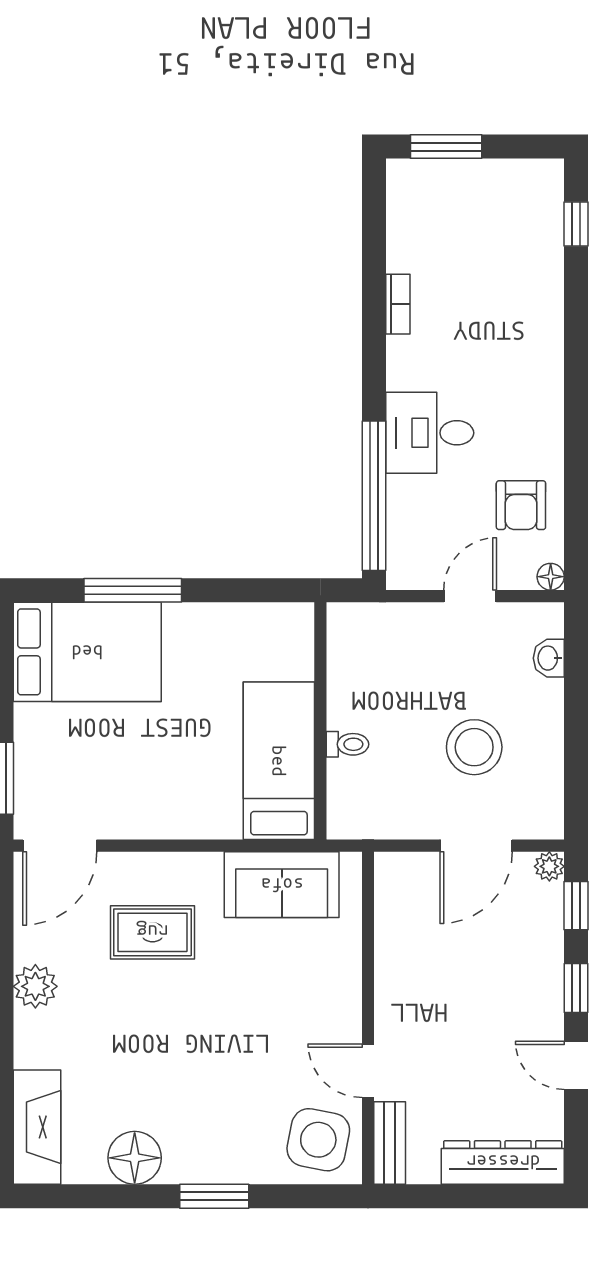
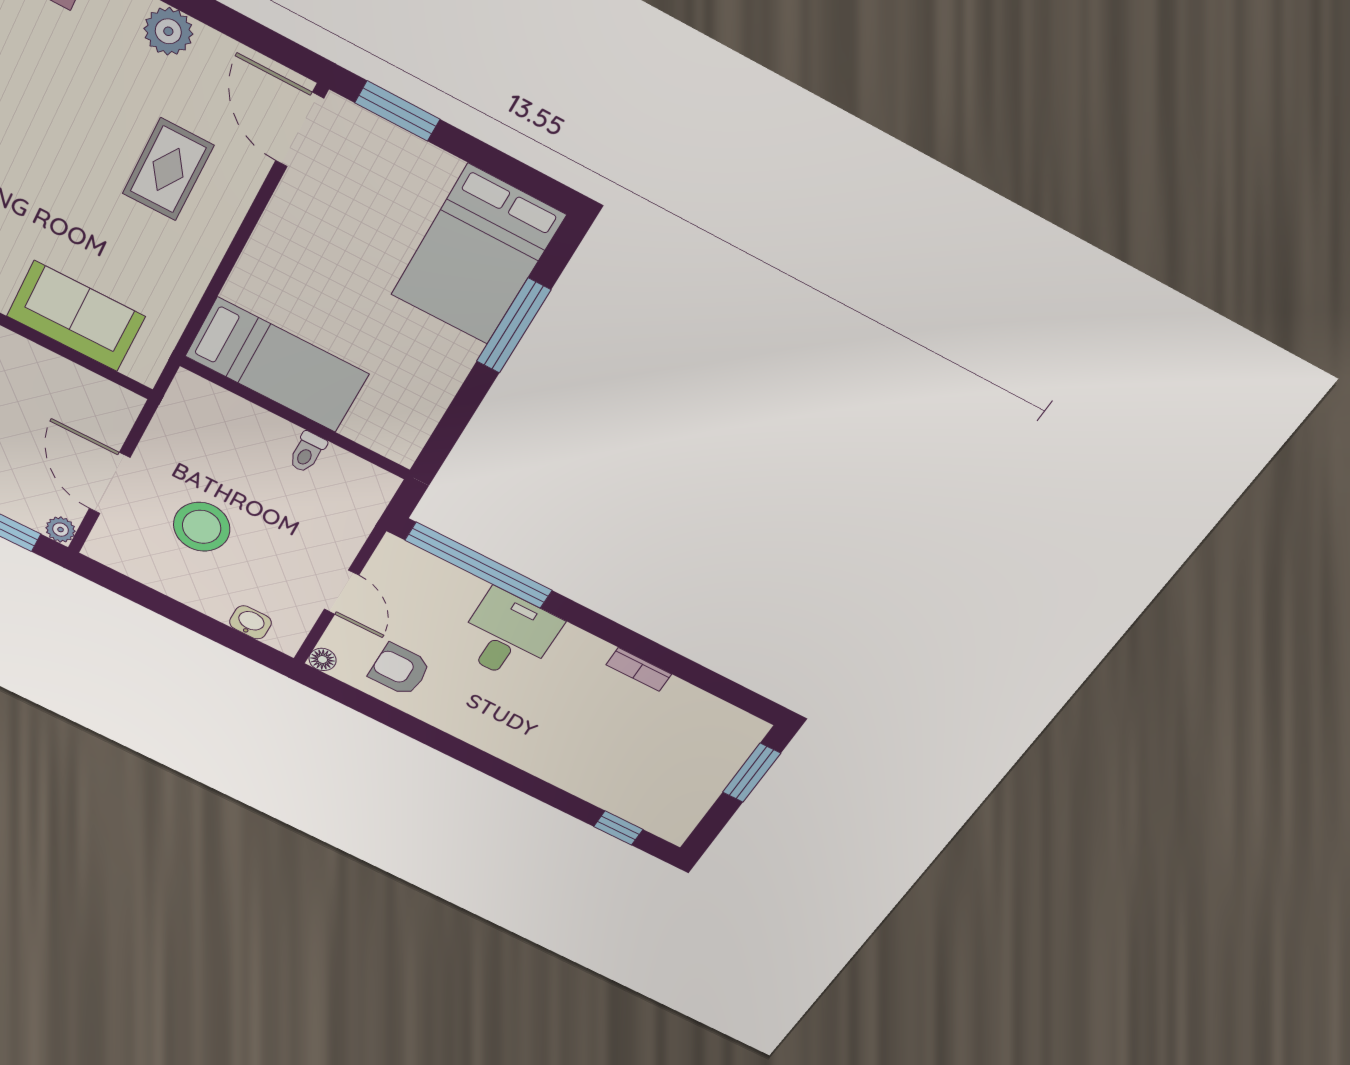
toilet: (347, 744) -> (307, 452), moved
sofa: (282, 885) -> (76, 316), moved, turned 90

